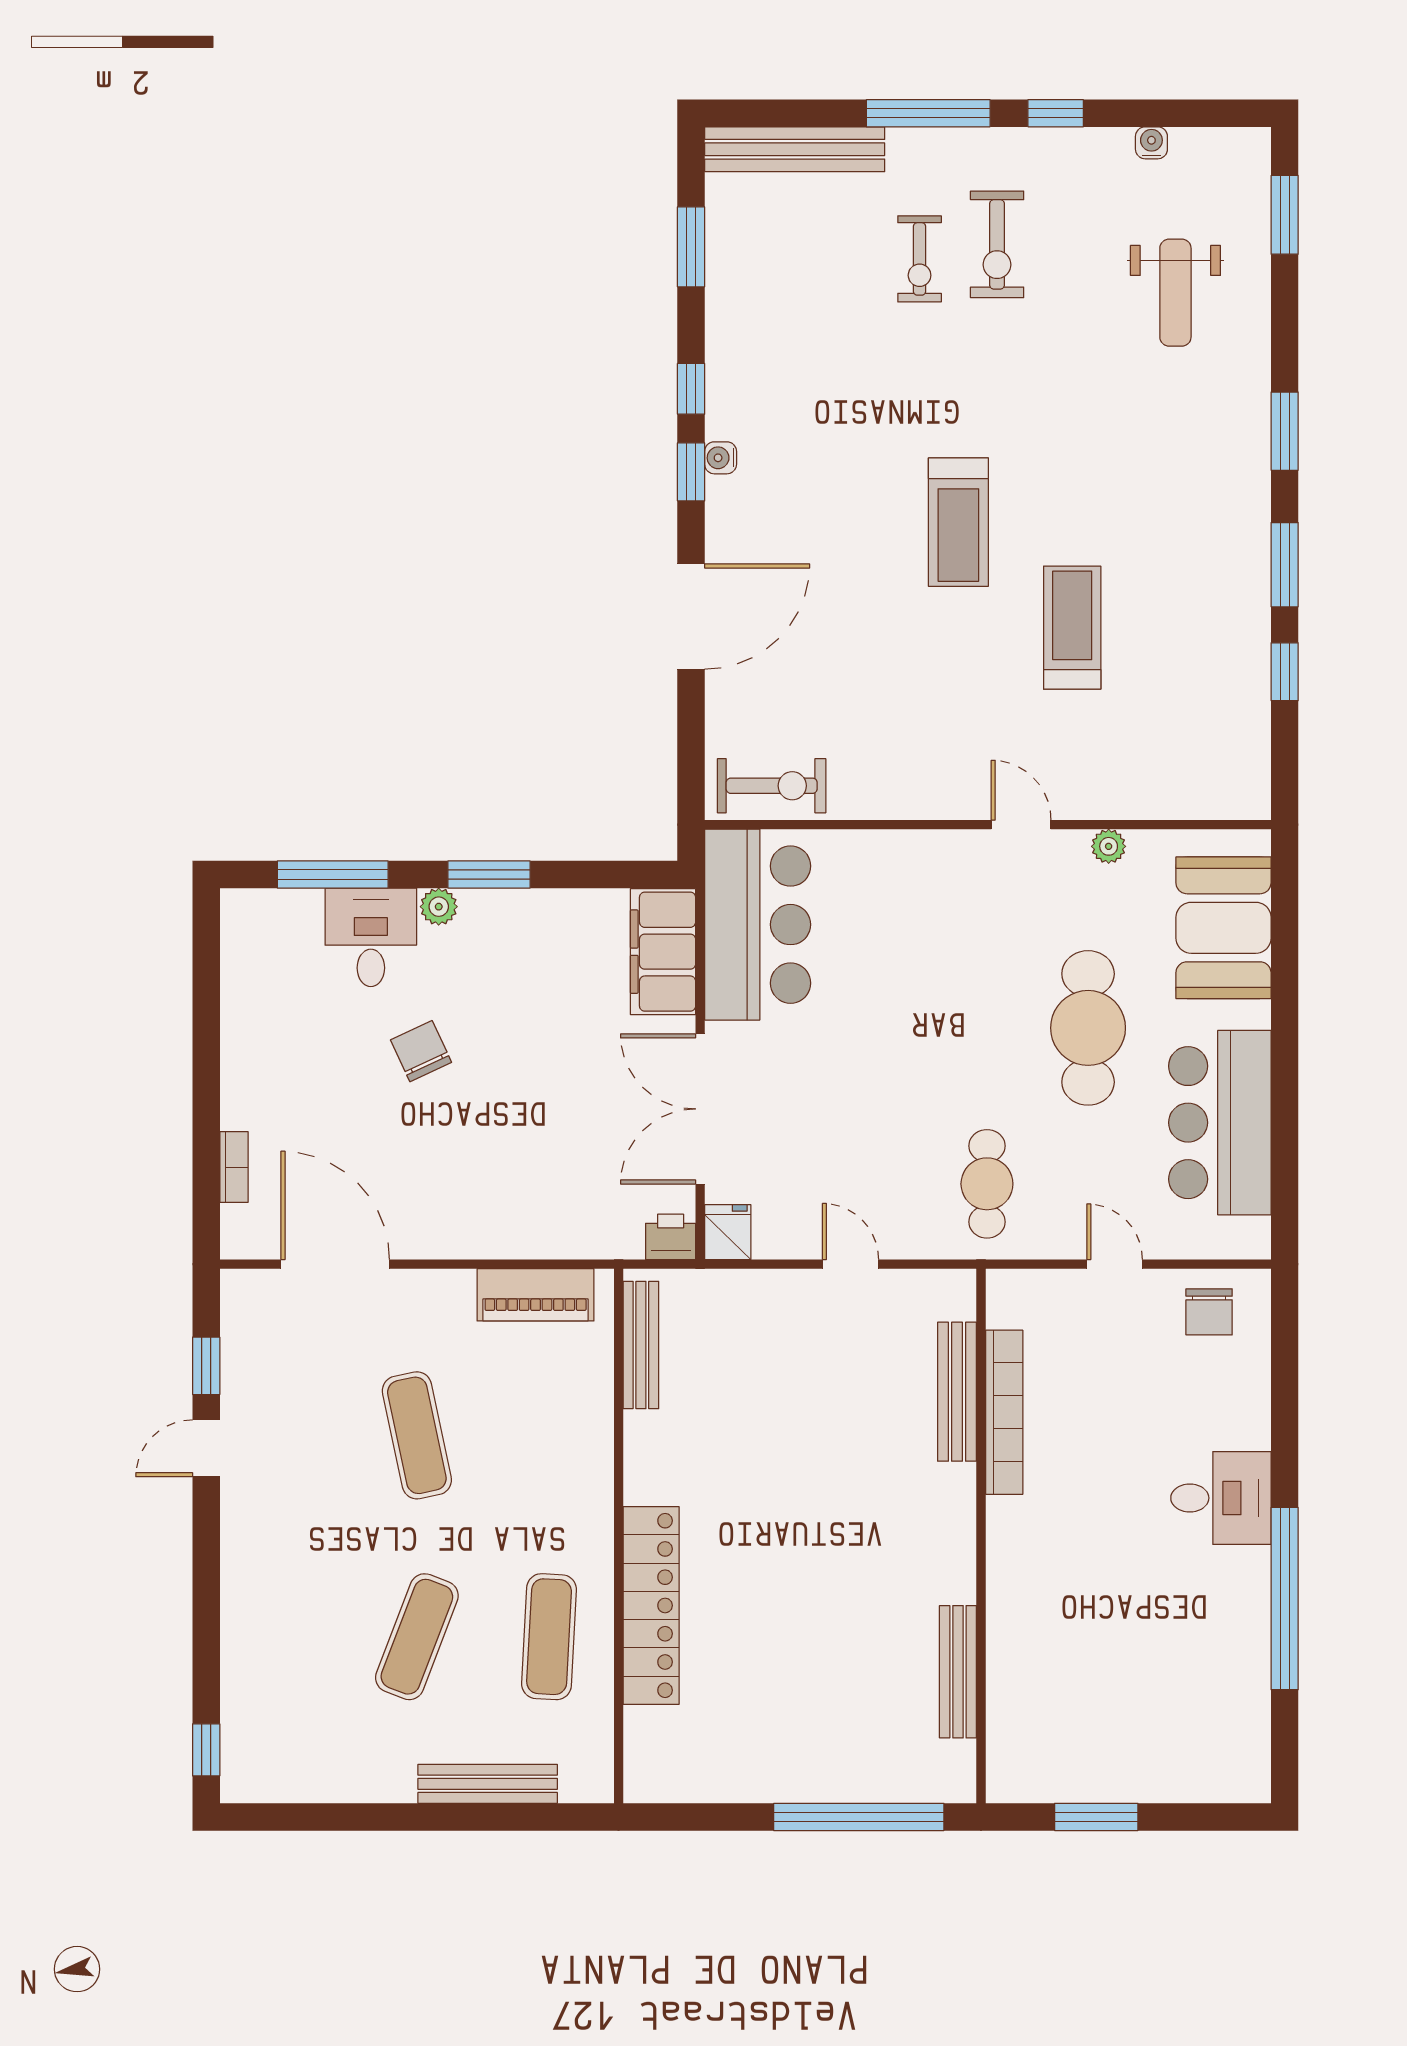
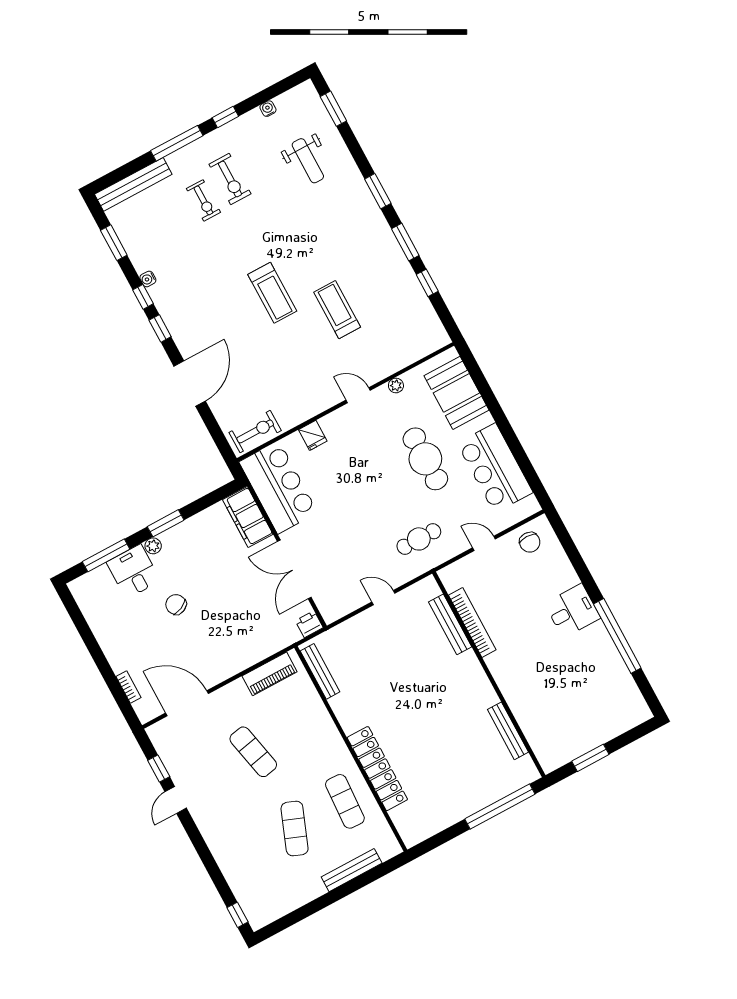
water cooler: (721, 458) -> (148, 279), moved
cafe table: (987, 1184) -> (419, 539), turned 90
fridge: (728, 1232) -> (313, 435), moved, turned 180

